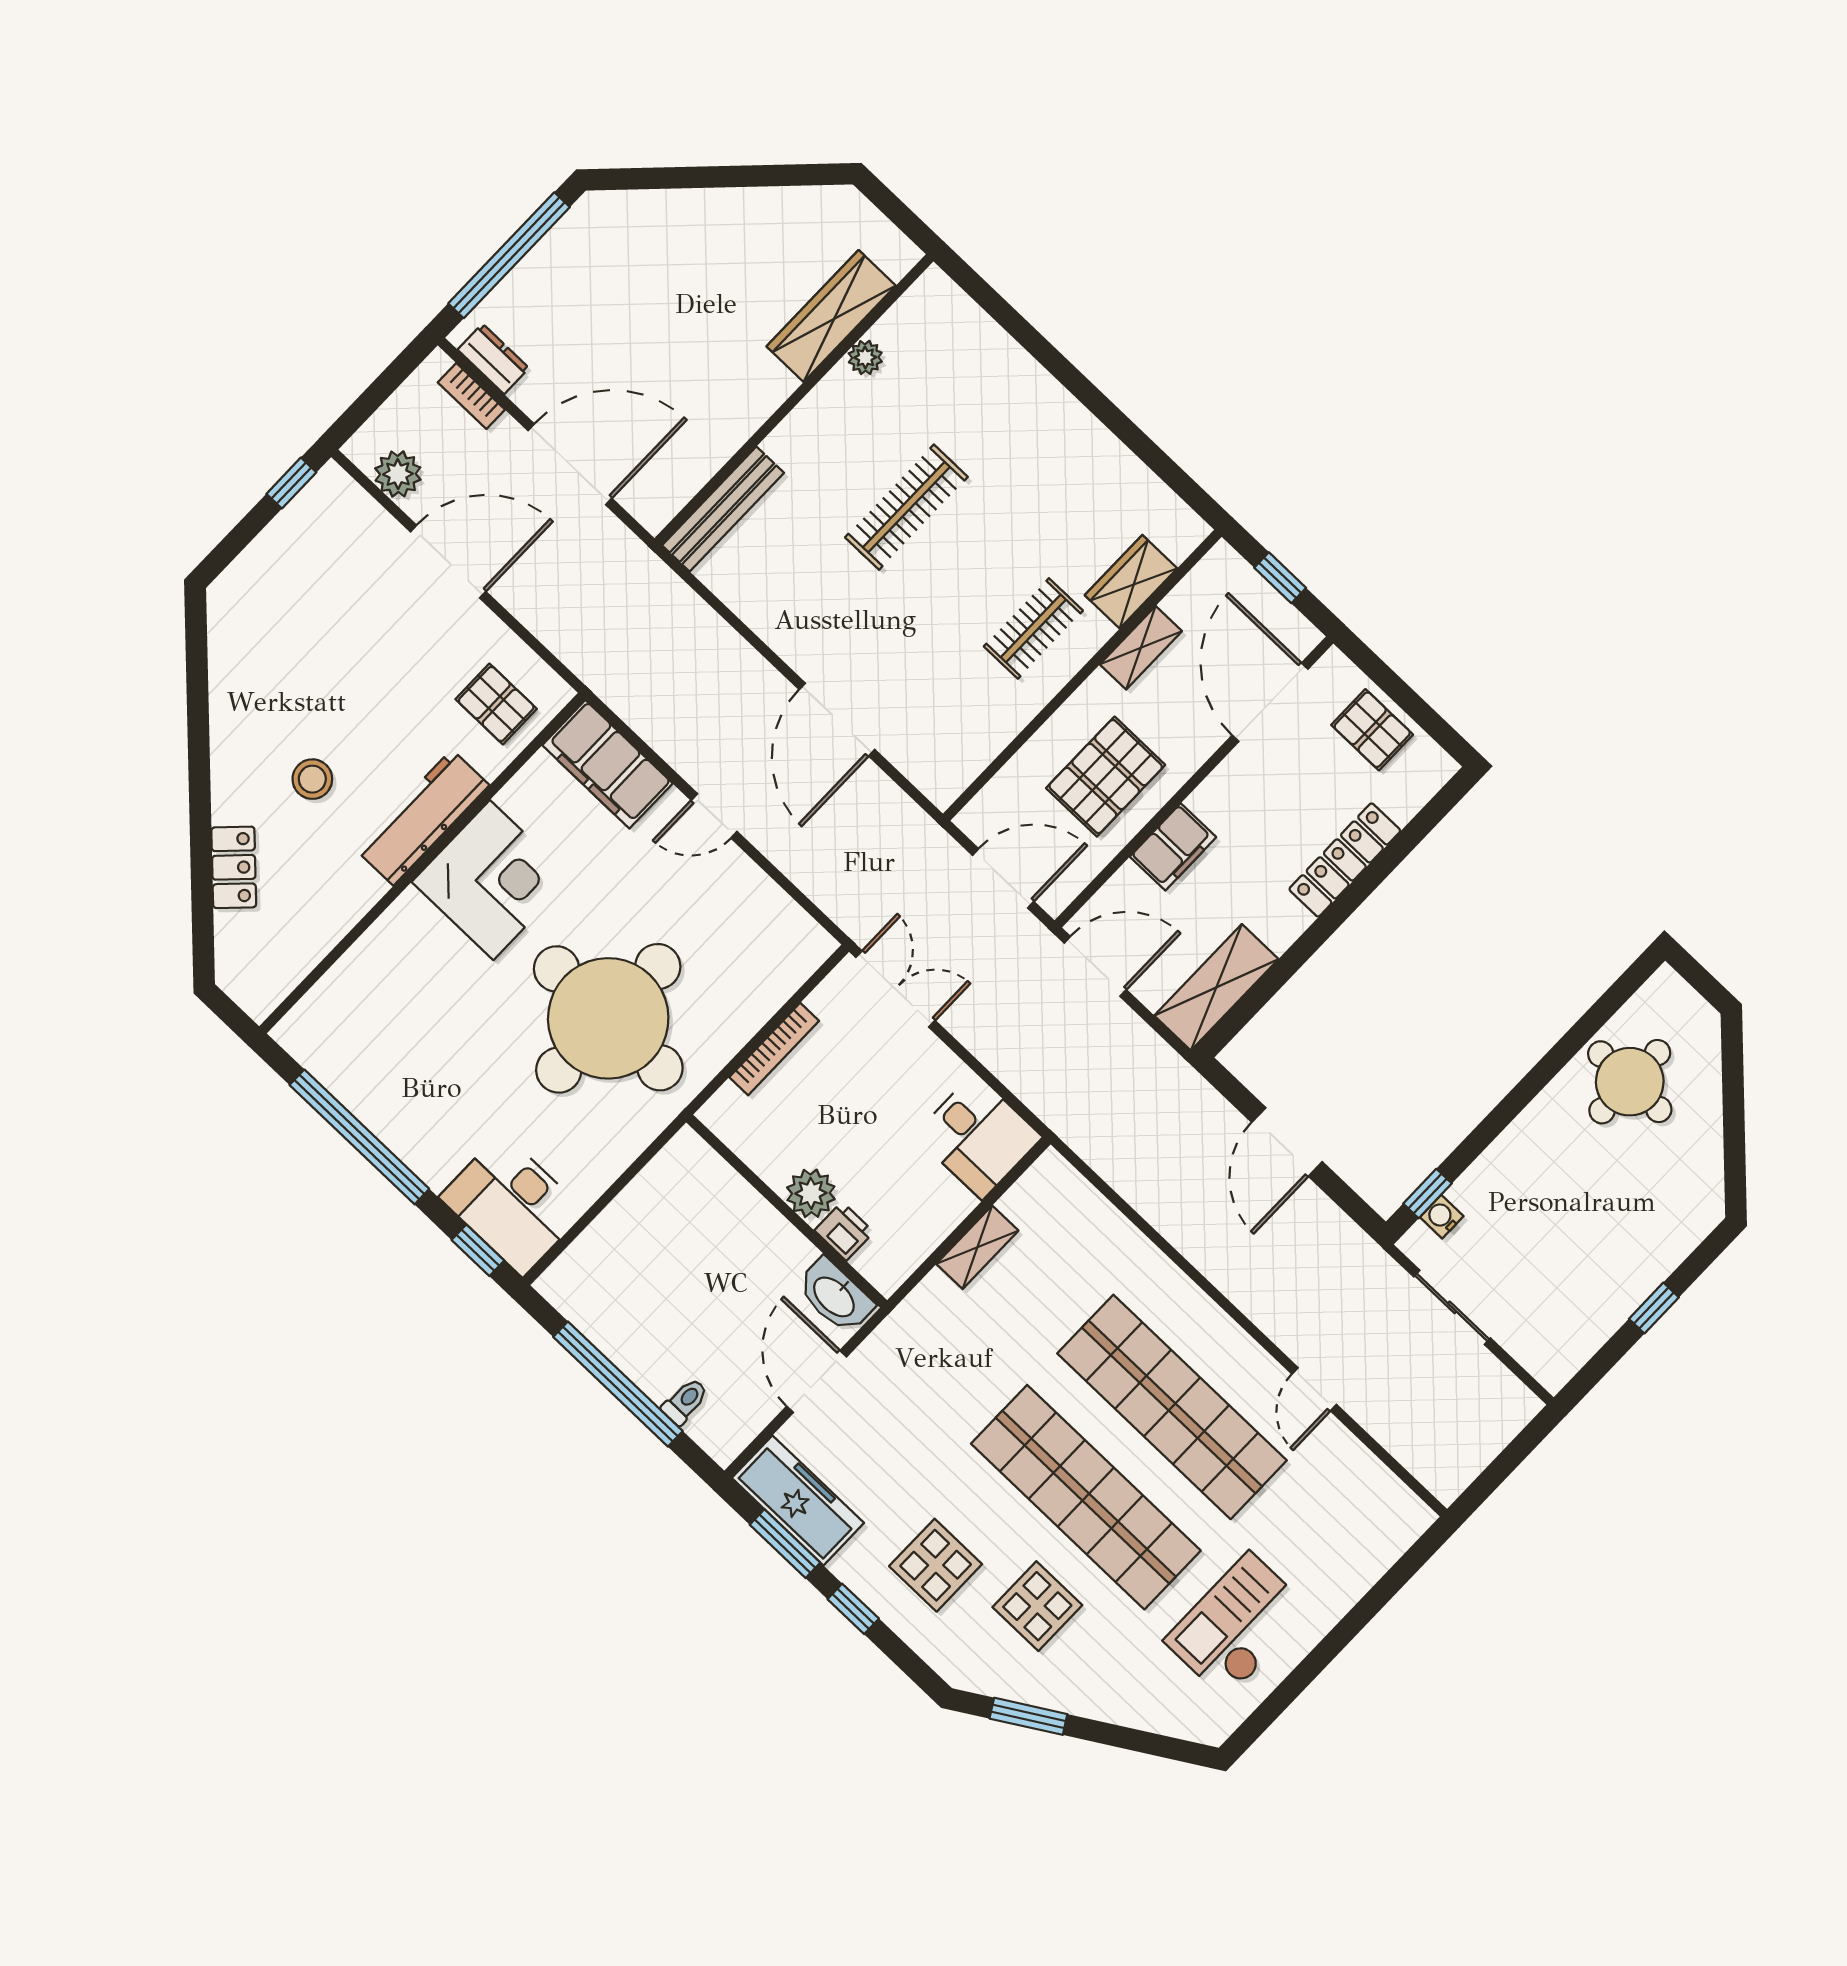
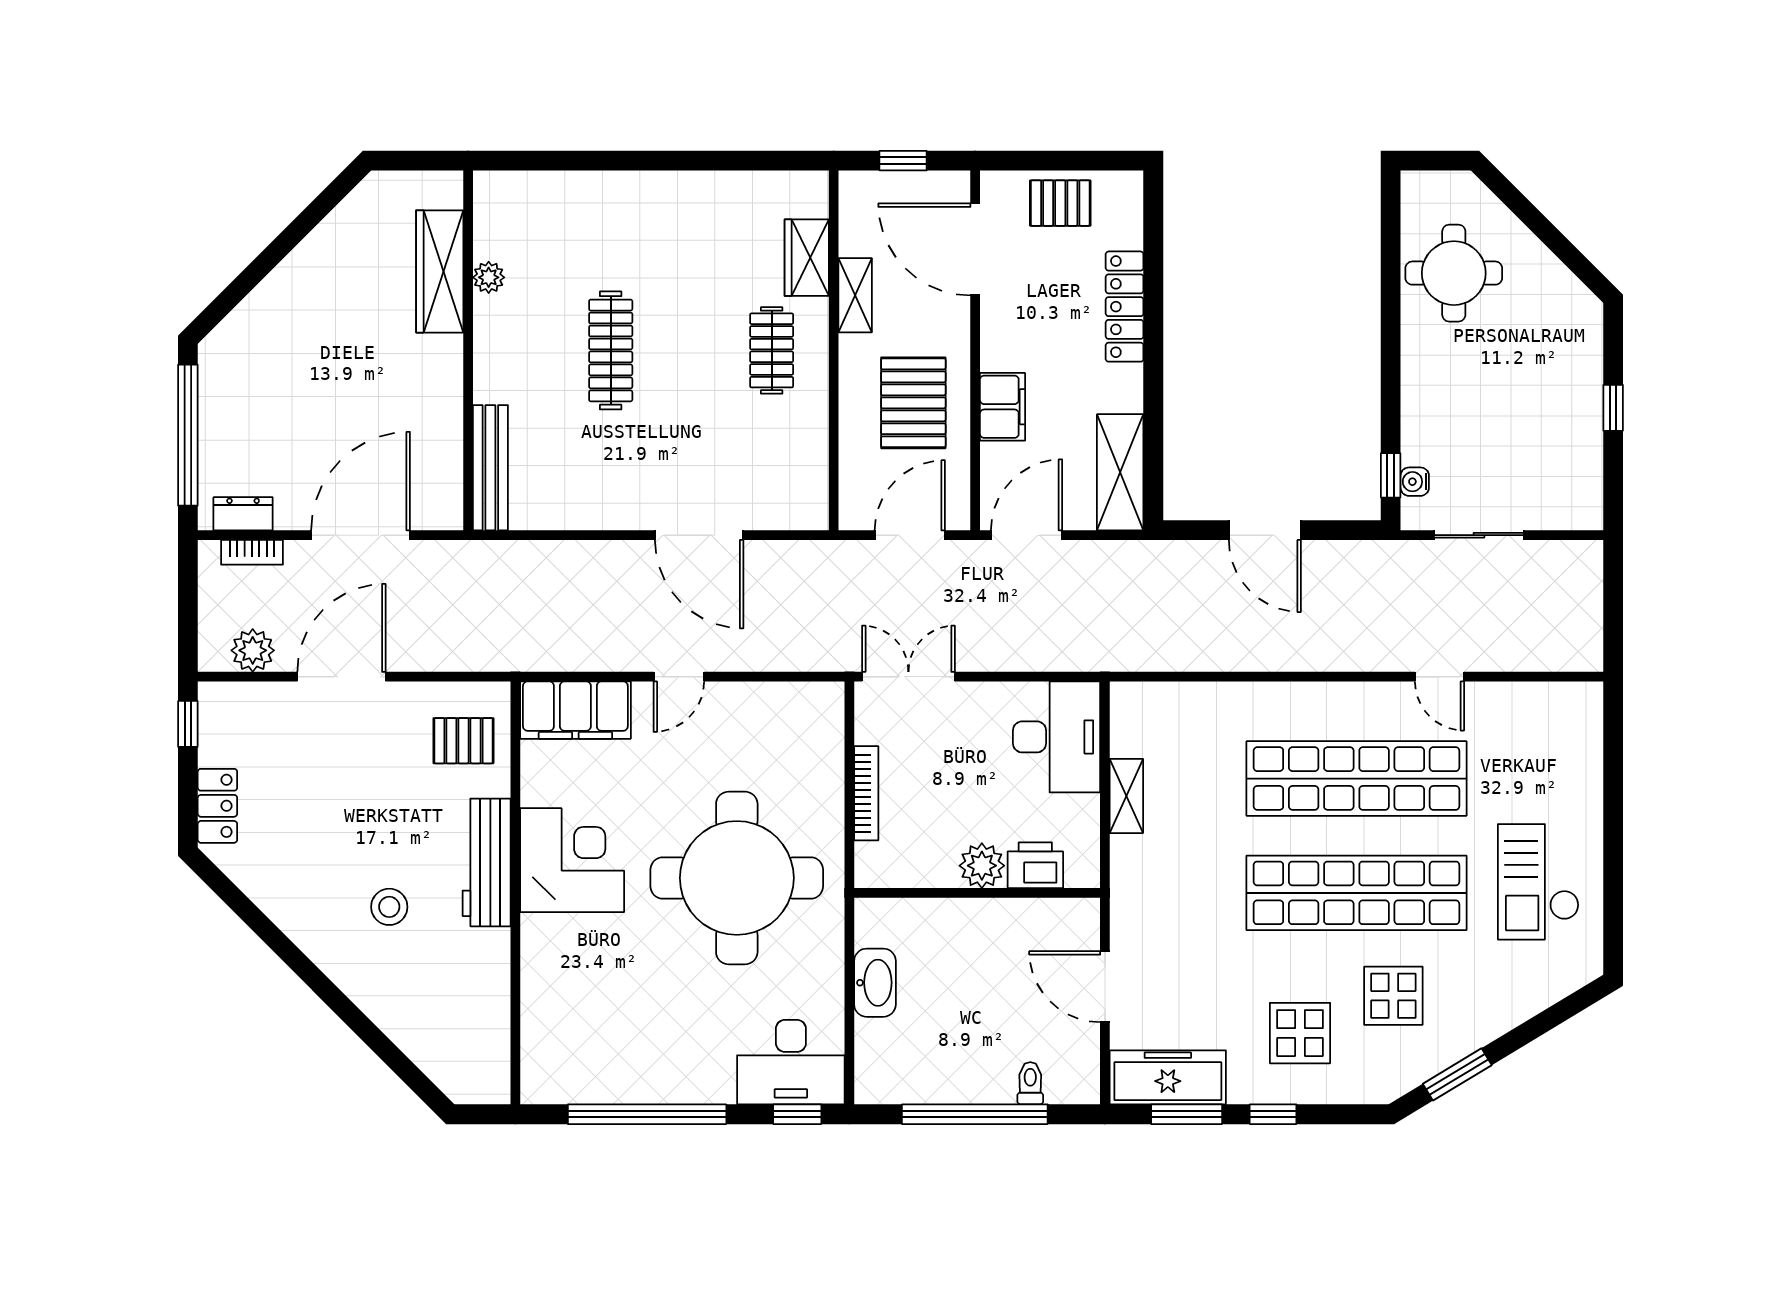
locker: (234, 867) -> (217, 806), moved, turned 45
desk: (978, 1136) -> (1057, 737), width x1.37
printer: (844, 1231) -> (1035, 865), width x1.36, depth x1.24
washbasin: (835, 1296) -> (875, 983), moved, turned -90

